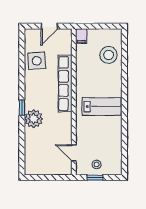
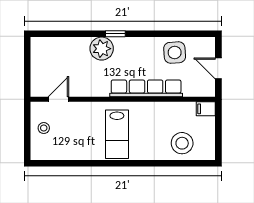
window: (95, 178) -> (27, 126), removed

